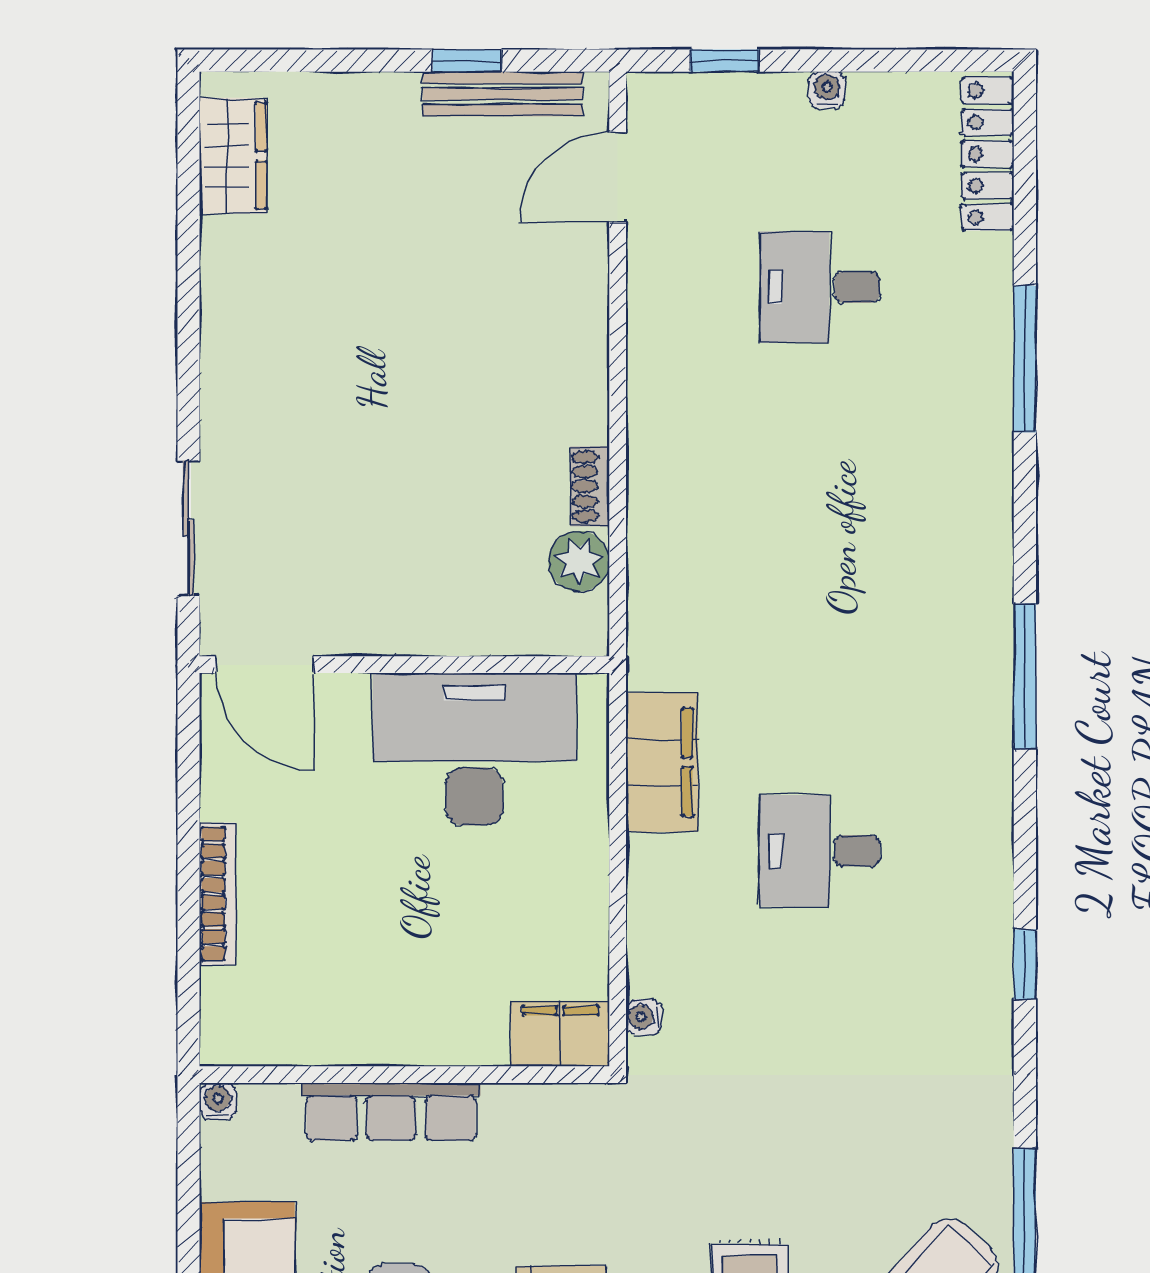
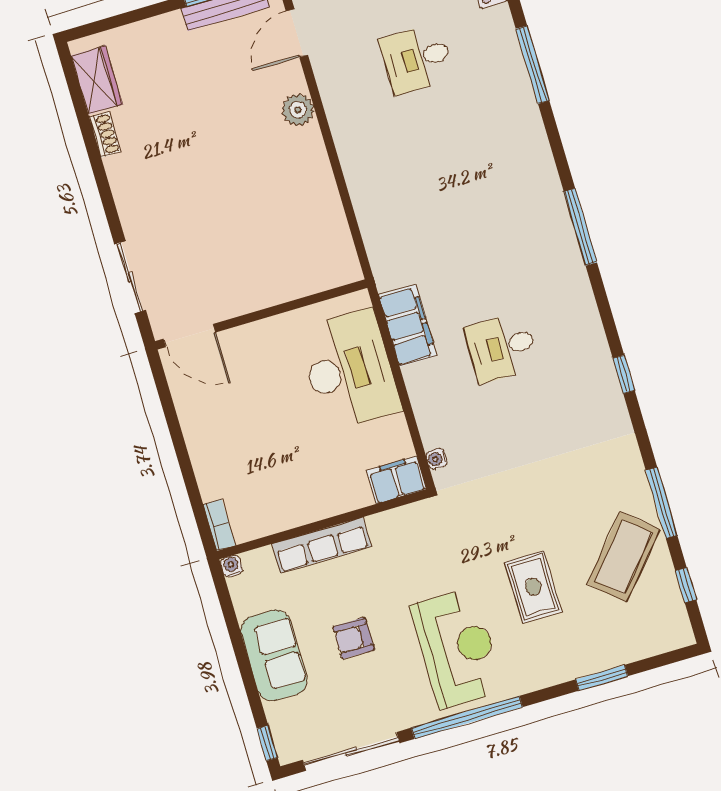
shoe rack: (590, 486) -> (105, 134), moved, turned 180
plant: (579, 561) -> (298, 110), moved
desk: (474, 749) -> (349, 370), moved, turned 90
bookcase: (218, 894) -> (219, 525), moved, width x0.64

